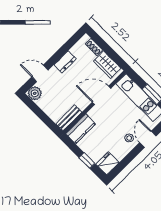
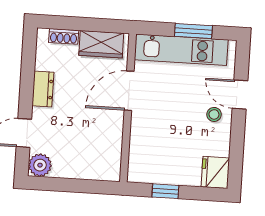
bench: (69, 118) -> (113, 158), removed
kitchen counter: (81, 129) -> (140, 158), removed
window: (87, 161) -> (165, 191), moved

